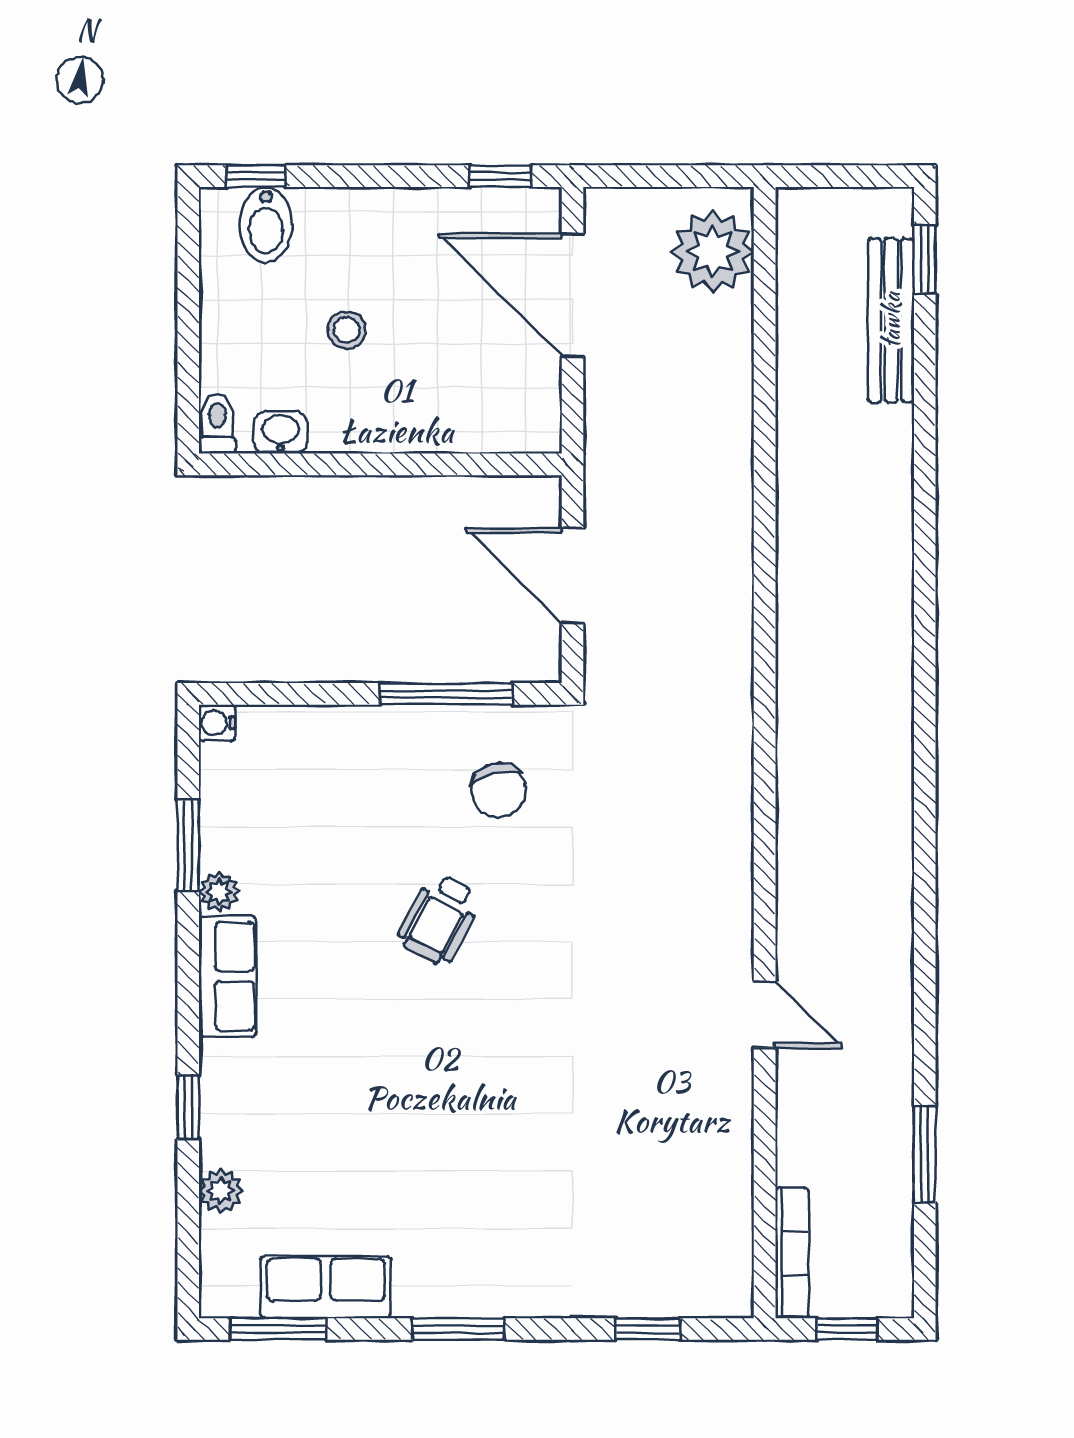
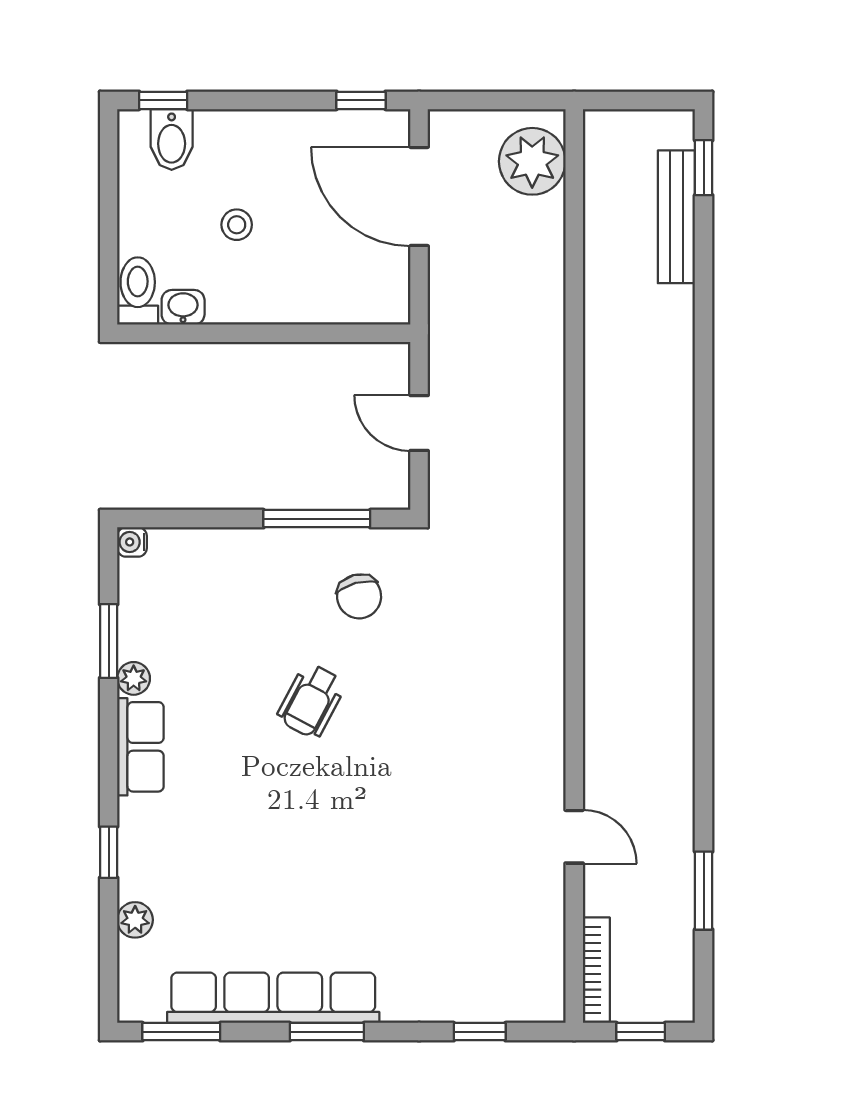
toilet: (217, 424) -> (138, 291), width x1.37, depth x1.39
door: (572, 576) -> (419, 423), width x0.73
door: (765, 1015) -> (574, 837), moved
row of seats: (326, 1287) -> (273, 998), width x2.02

